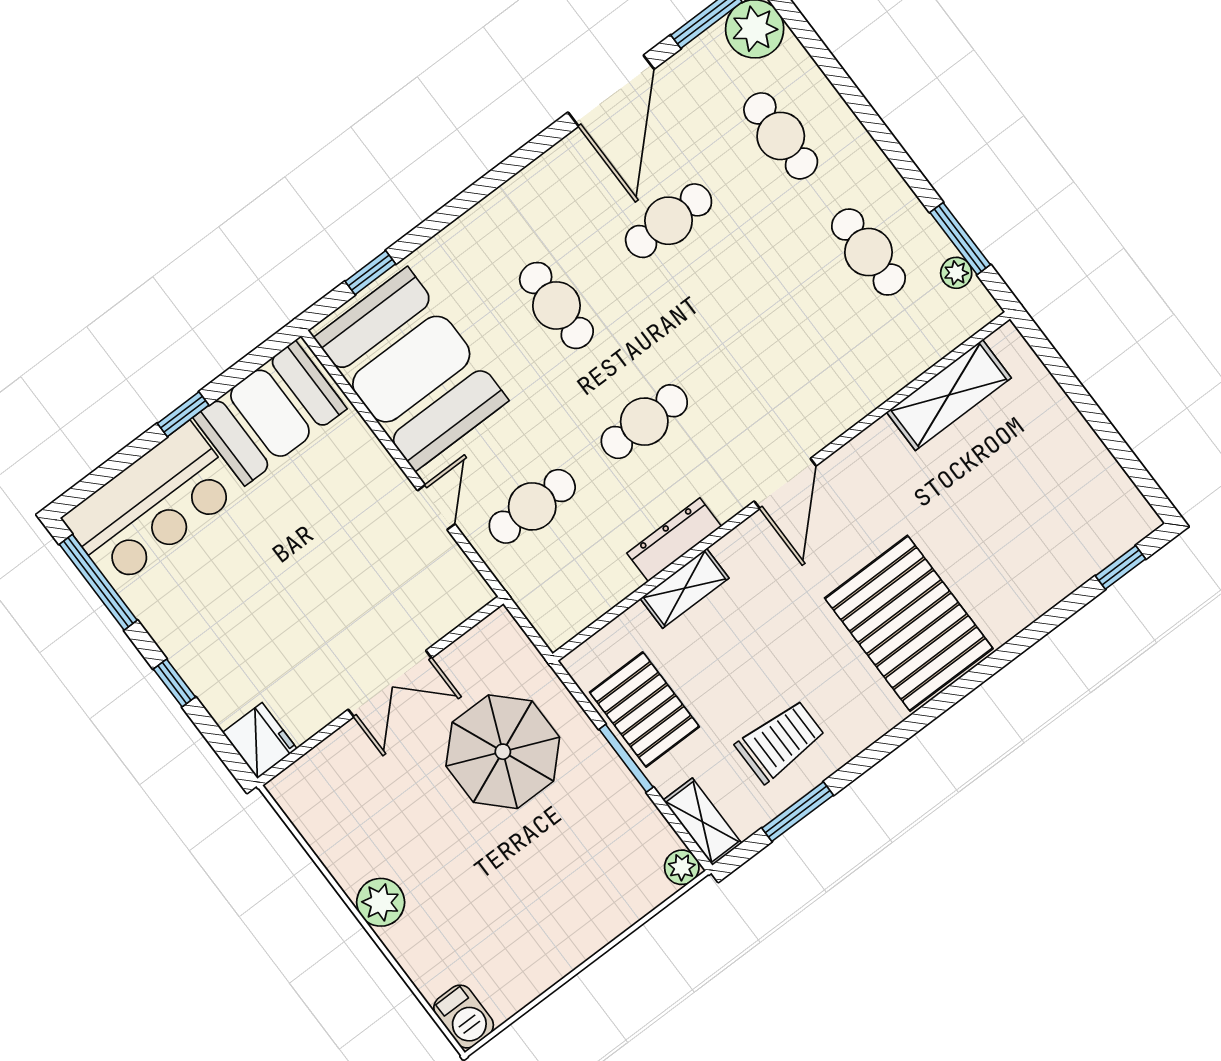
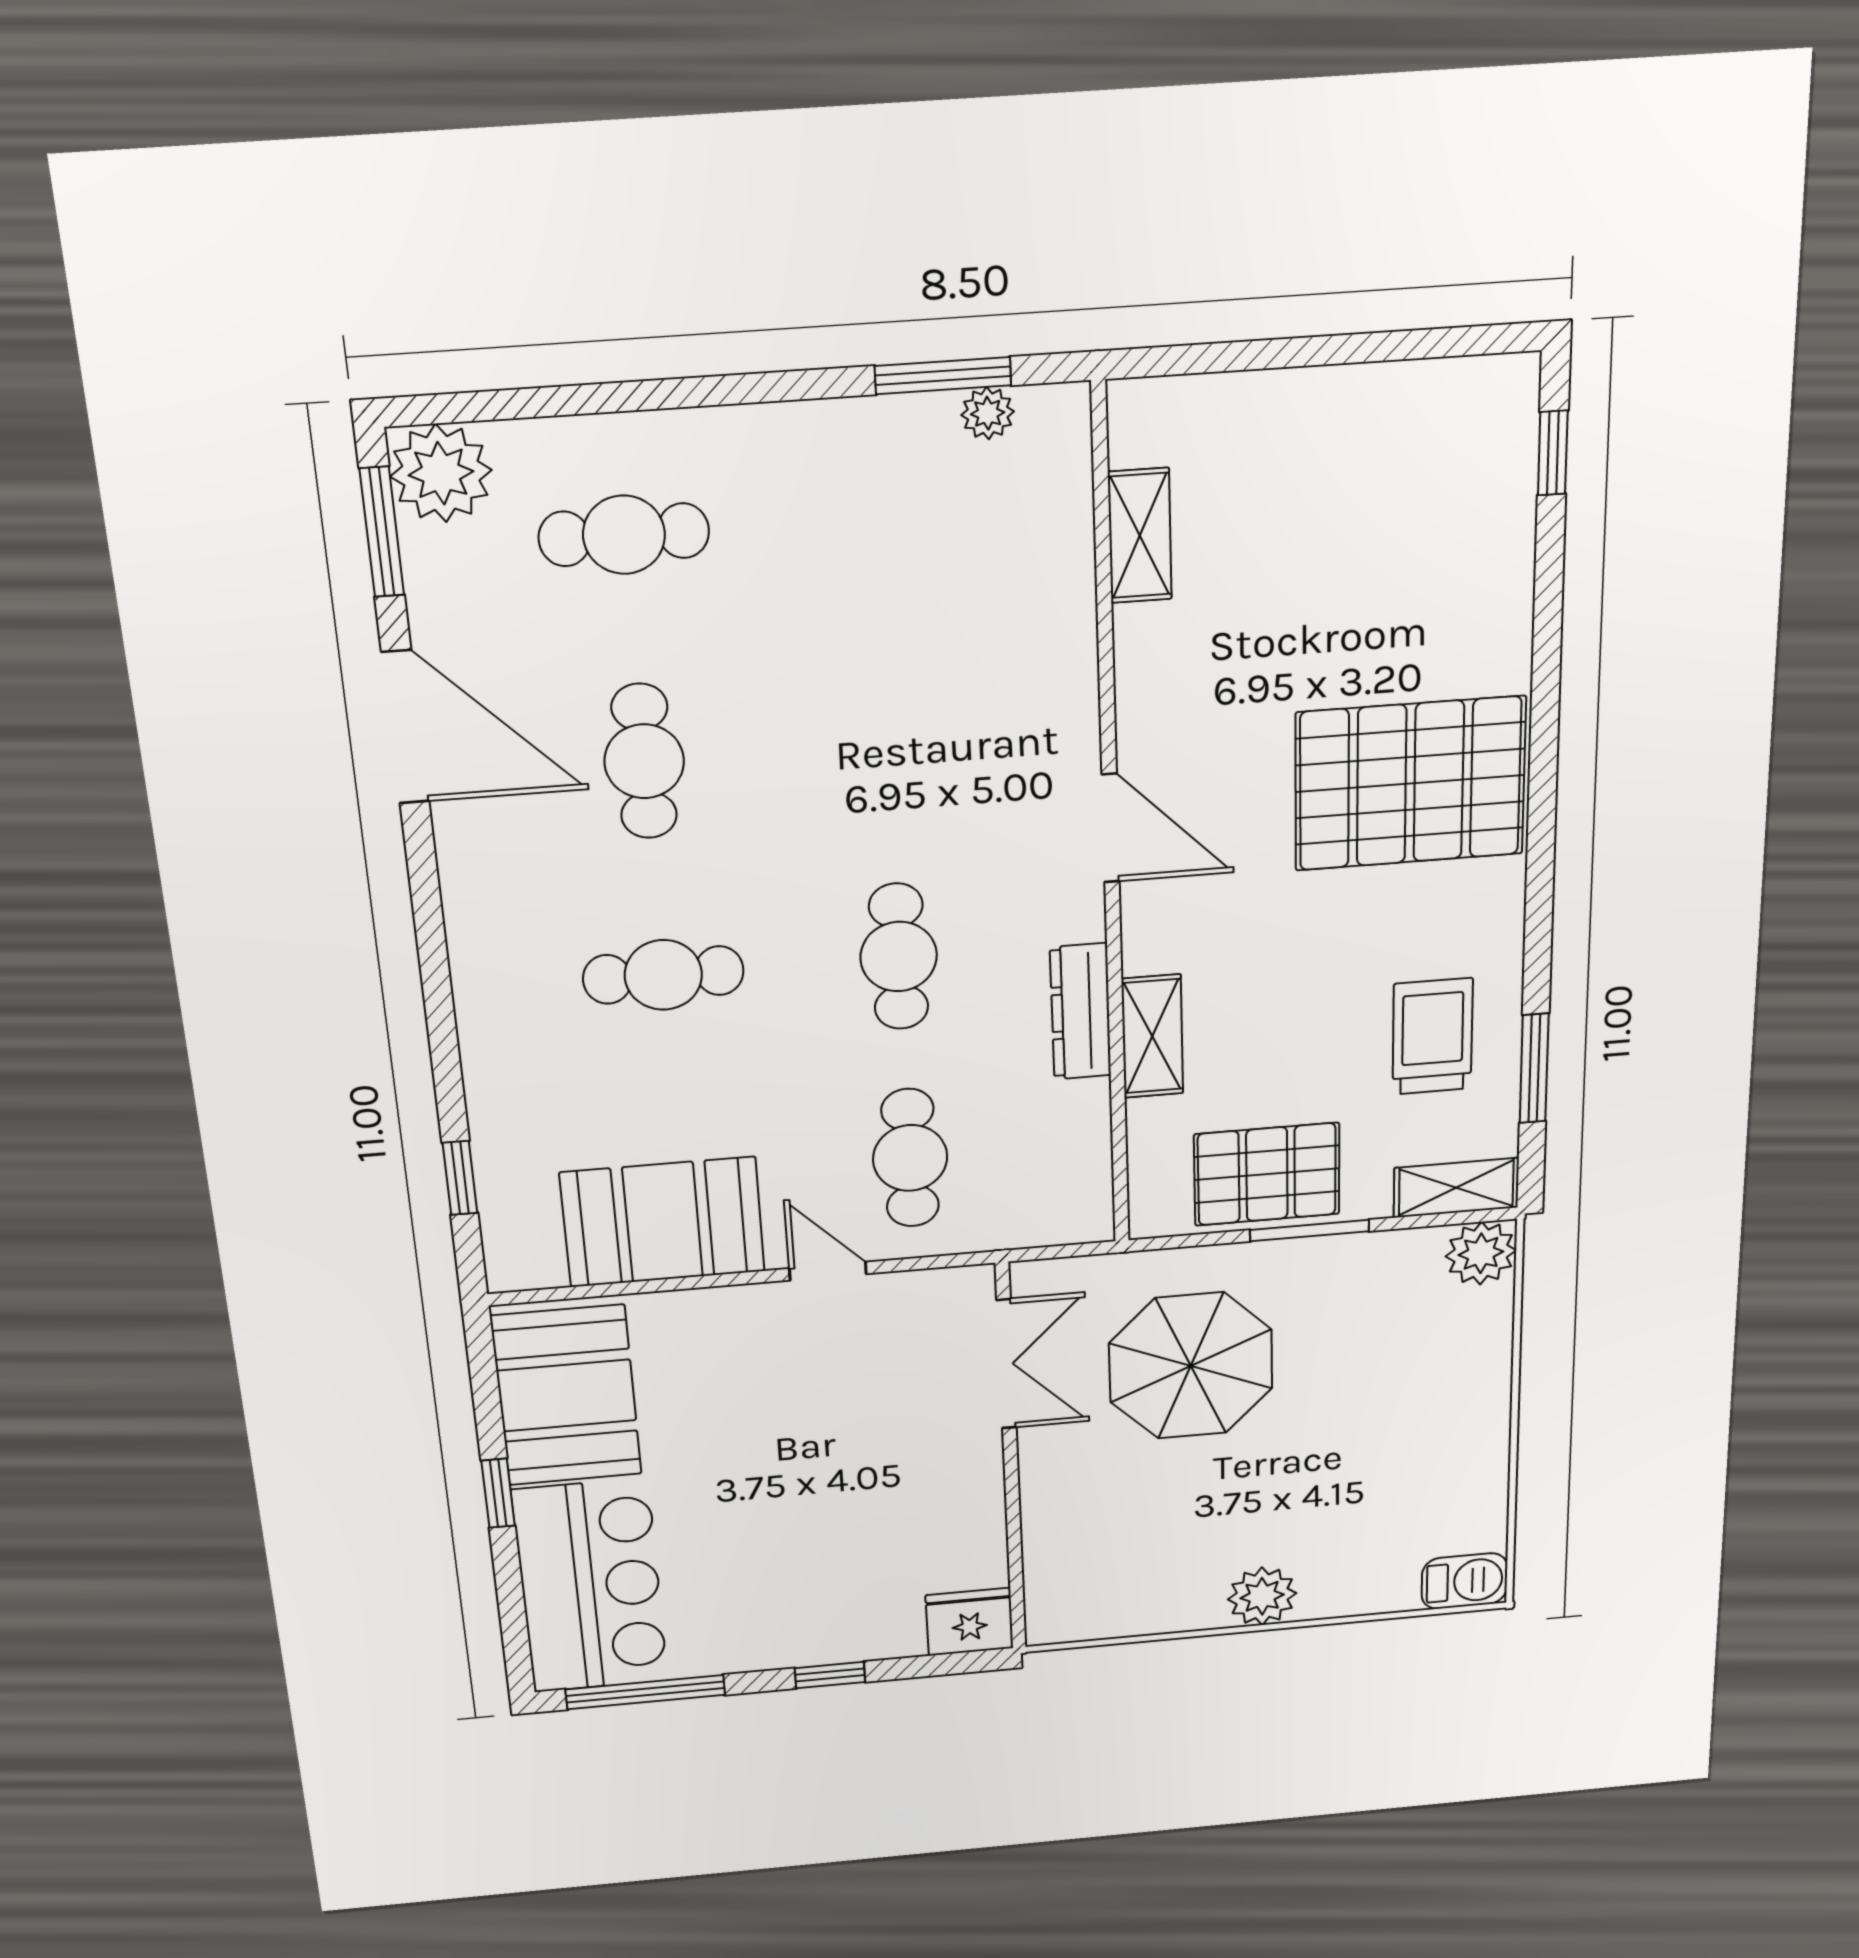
cafe table: (868, 252) -> (874, 518), removed
booth: (411, 369) -> (663, 1222), width x0.73, depth x0.70
shelving: (949, 395) -> (1140, 536), width x0.67, depth x0.75
double door: (390, 684) -> (1006, 1364), moved
plant: (682, 867) -> (1481, 1253), width x1.38, depth x1.38

